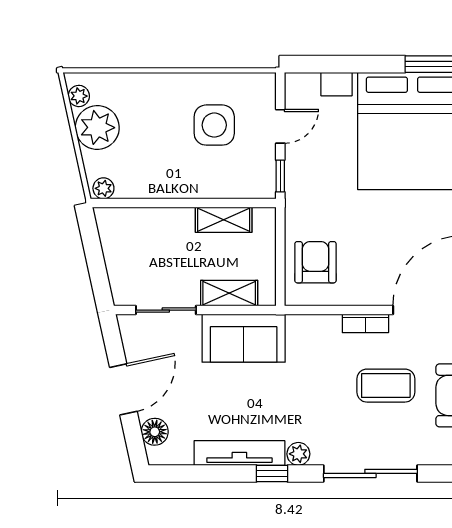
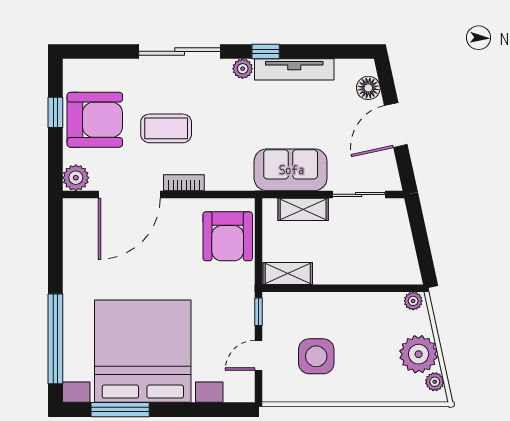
shelving: (224, 220) -> (288, 273), moved
armchair: (315, 262) -> (228, 236), width x1.36, depth x1.36

